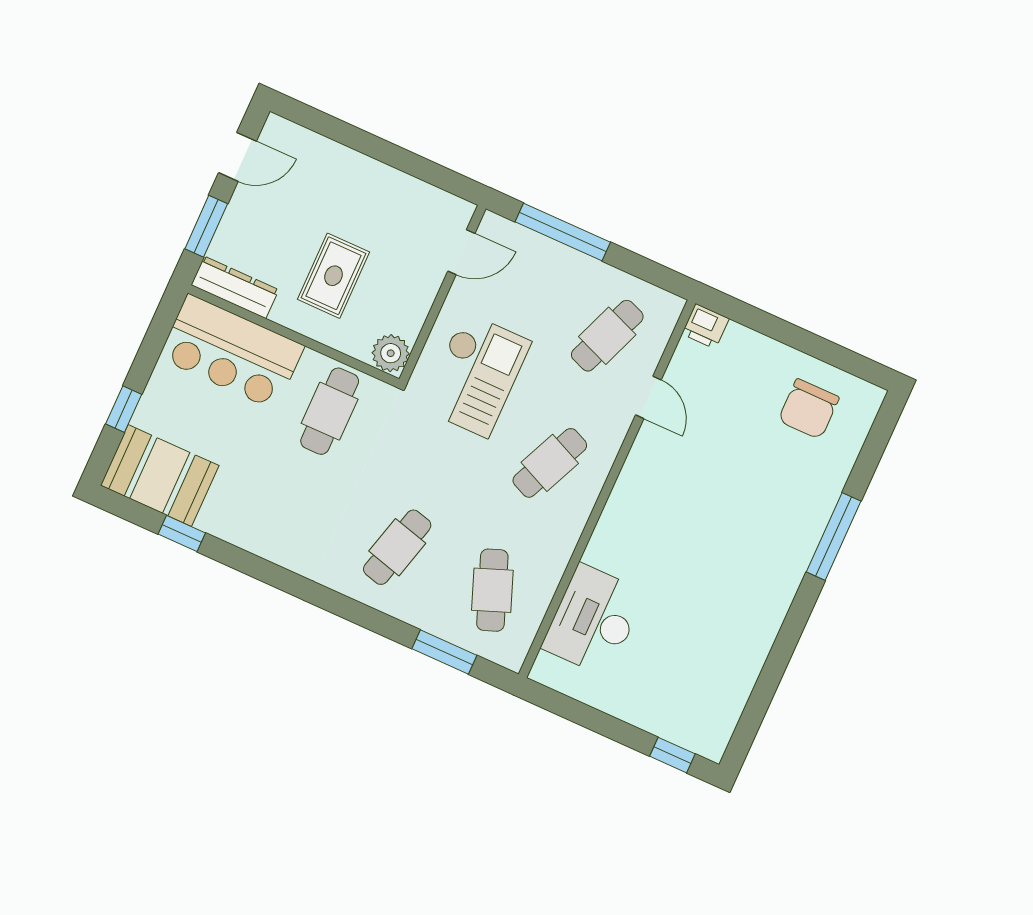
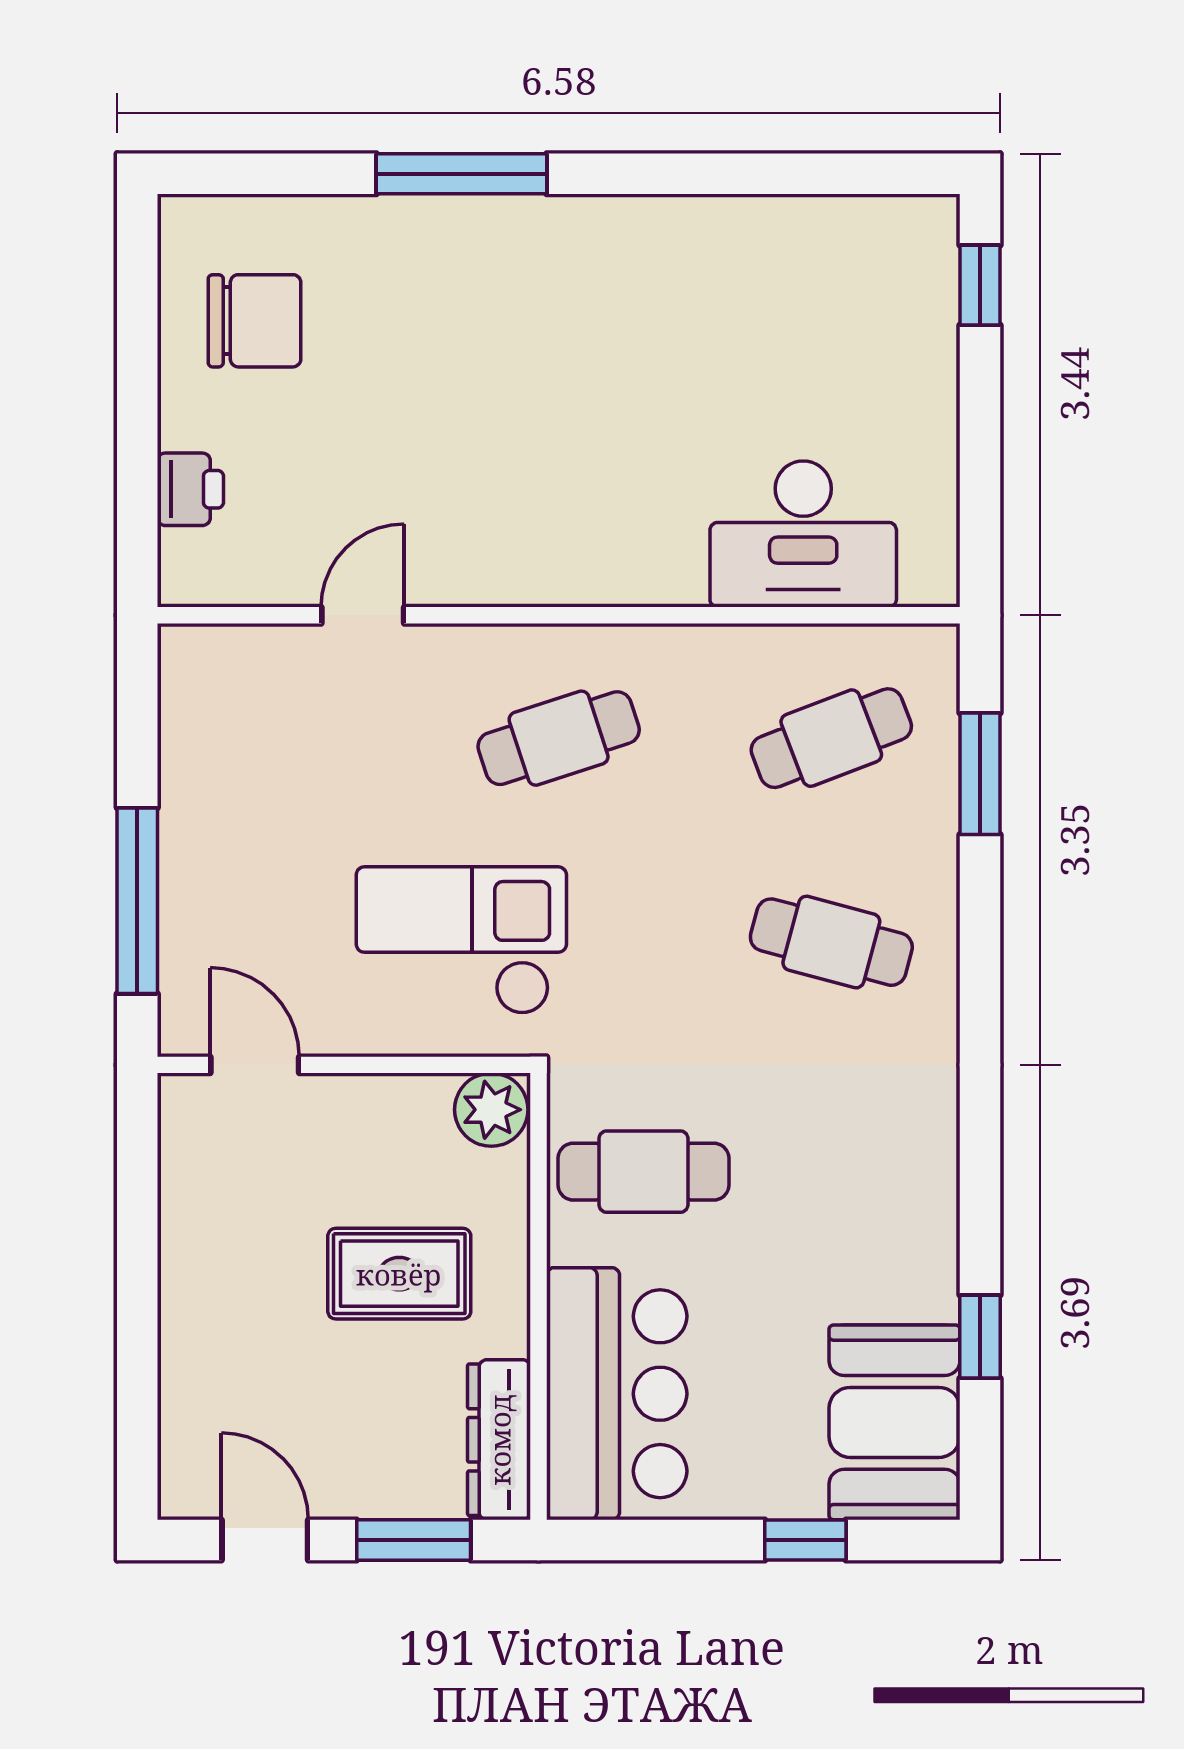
printer: (705, 326) -> (190, 489), moved
cafe table: (607, 336) -> (286, 738), removed
cafe table: (550, 463) -> (559, 738), turned -42

